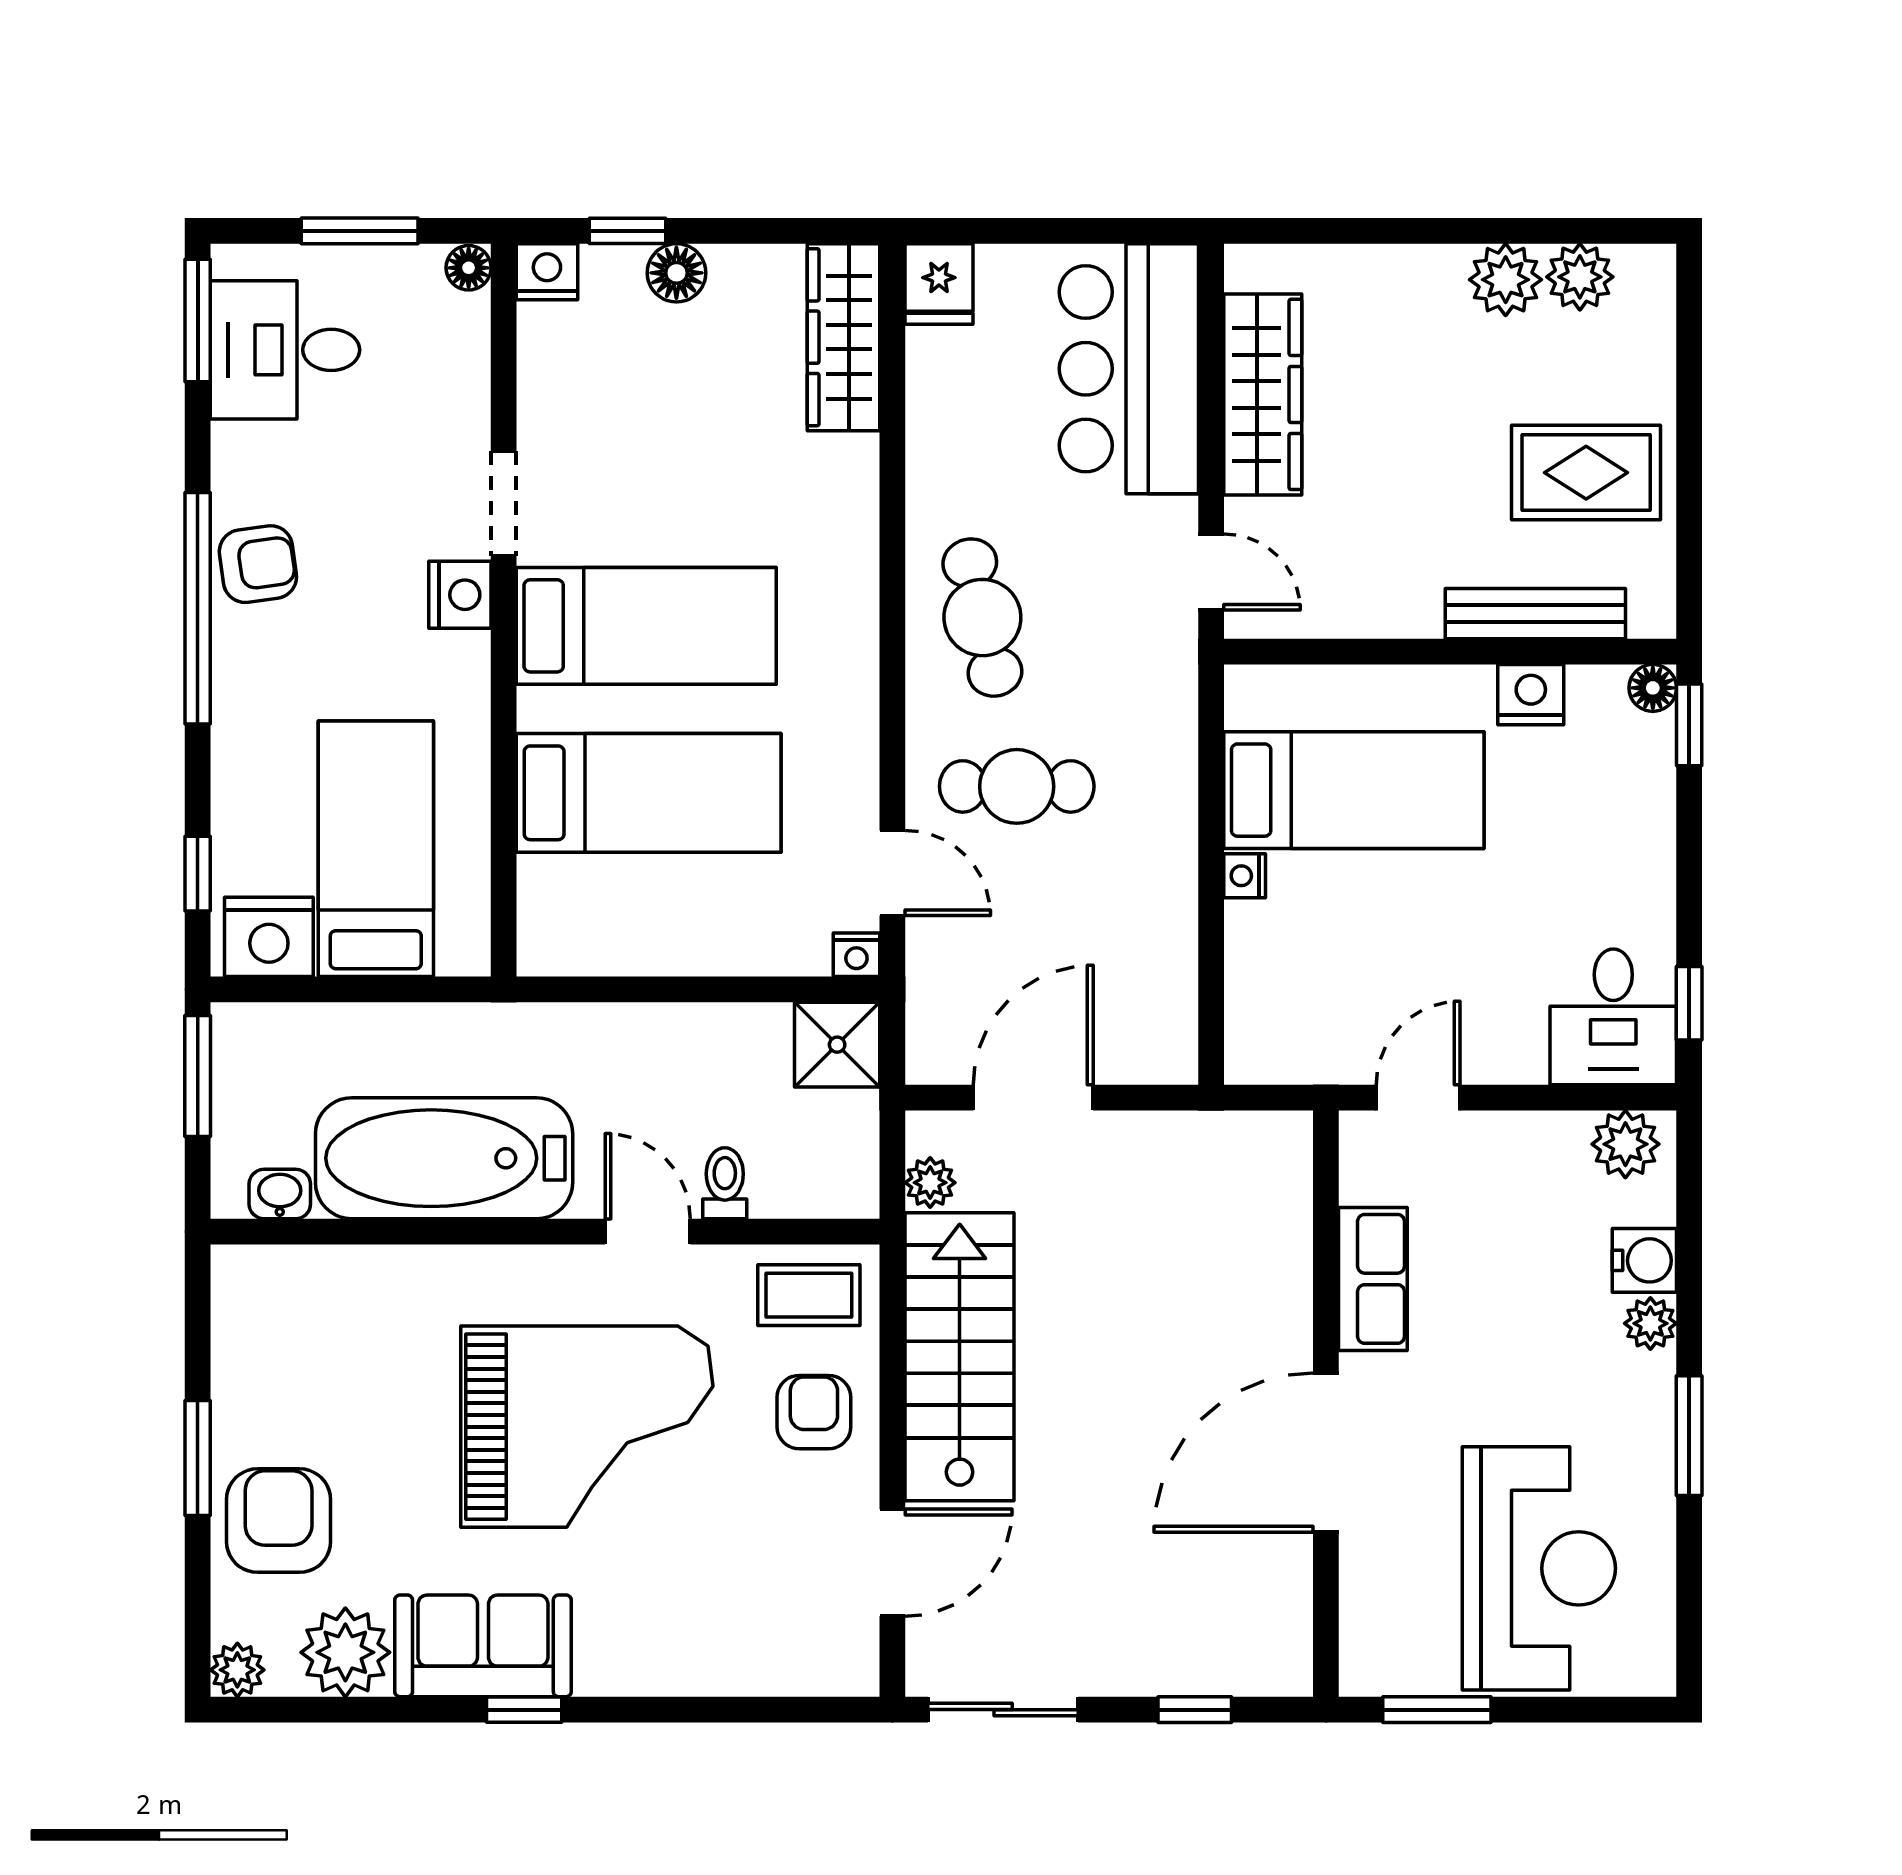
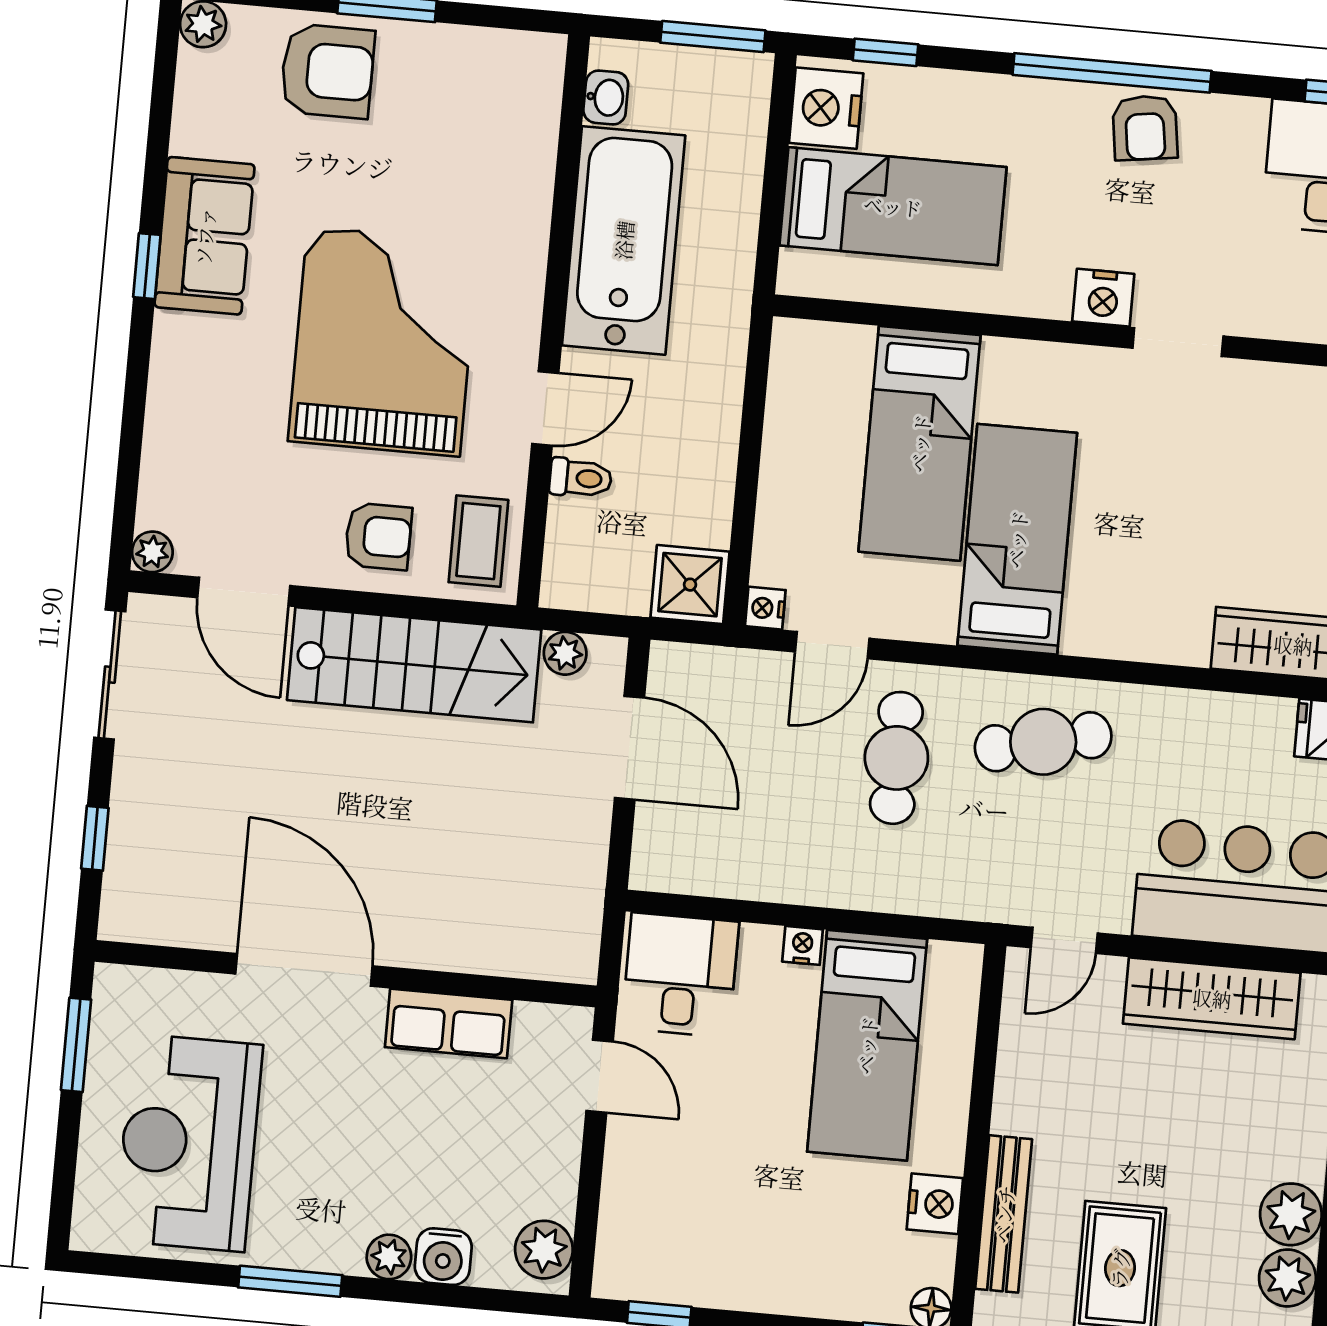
bed: (646, 626) -> (1017, 539), moved, turned 180
desk: (1613, 1017) -> (680, 975), moved, turned 90
grand piano: (587, 1427) -> (384, 341), turned 180
reception desk: (1539, 1568) -> (189, 1143), turned 90
plant: (345, 1652) -> (152, 552), moved, width x0.53, depth x0.53

